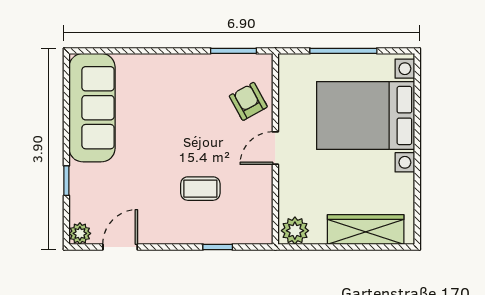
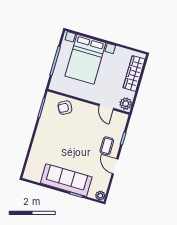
sofa: (92, 108) -> (66, 180), moved
door: (275, 148) -> (106, 107), moved
coffee table: (200, 189) -> (107, 146), moved
door: (120, 247) -> (115, 166), moved

